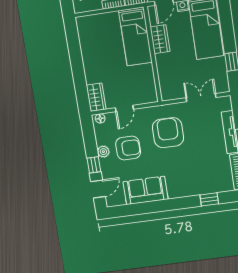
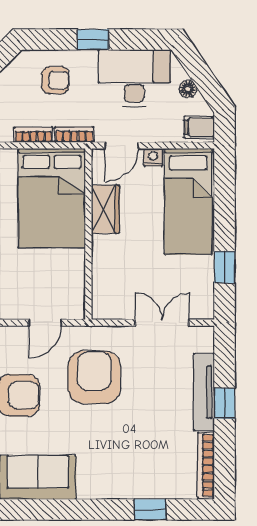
bed: (135, 36) -> (52, 198), width x1.50
door: (124, 108) -> (45, 323), moved

